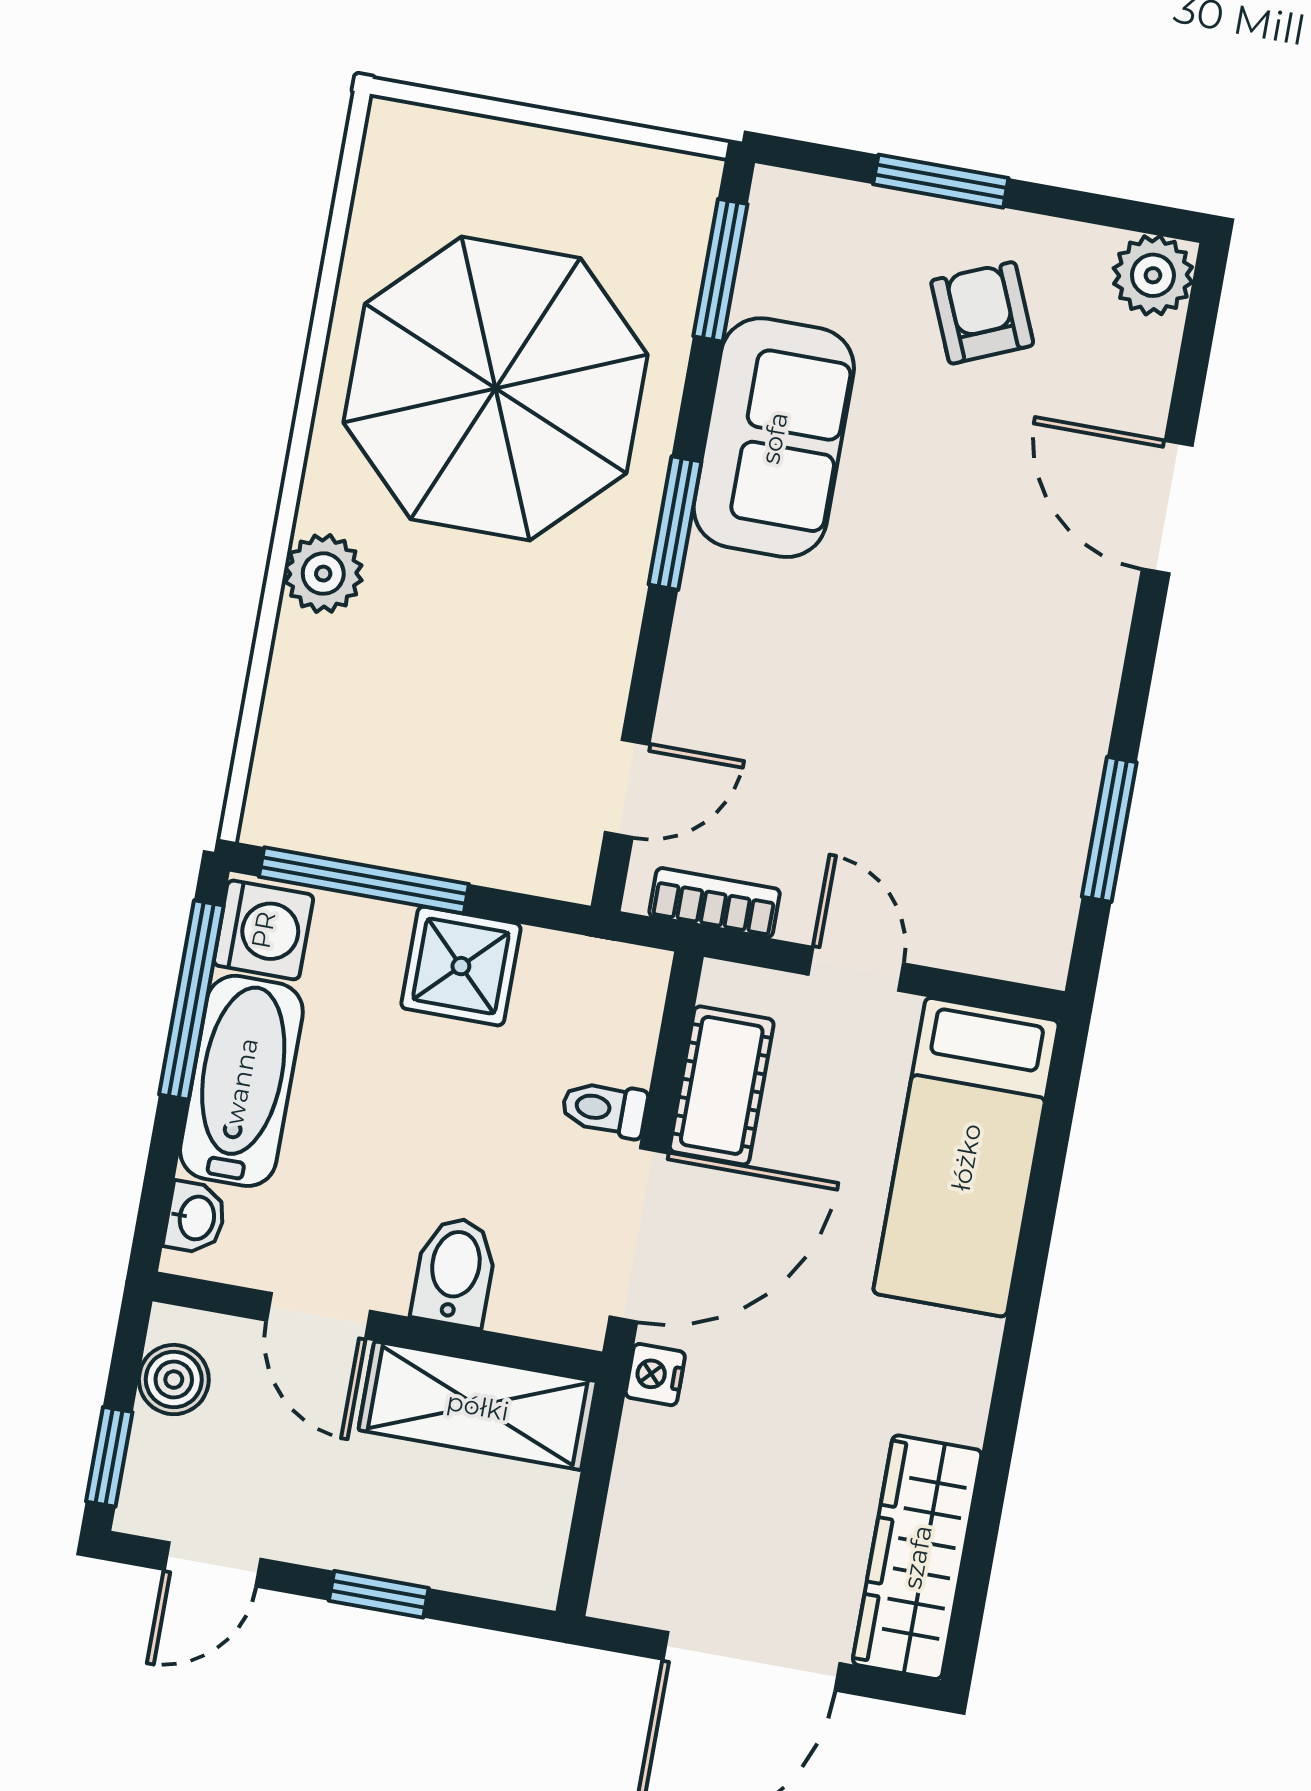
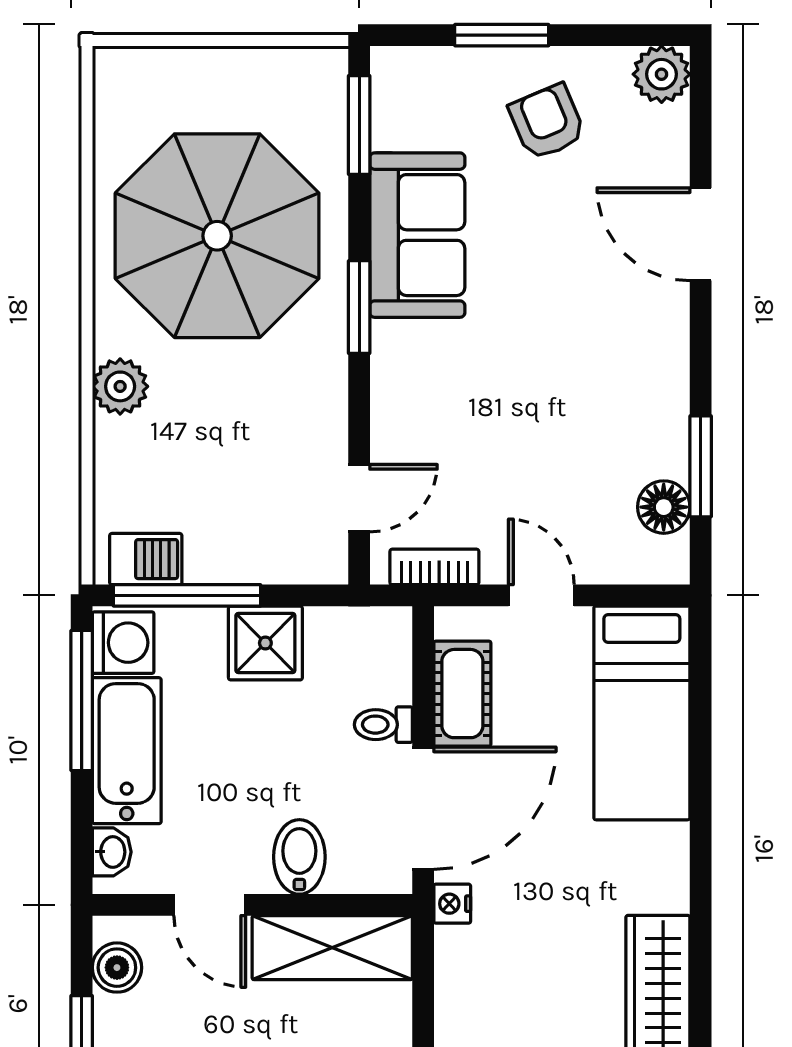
barbecue: (316, 820) -> (146, 559), added
floor lamp: (1048, 877) -> (664, 507), added

